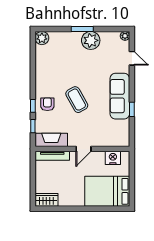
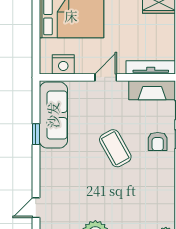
door: (132, 58) -> (36, 208), hinge flipped
sofa: (120, 96) -> (53, 115), moved

